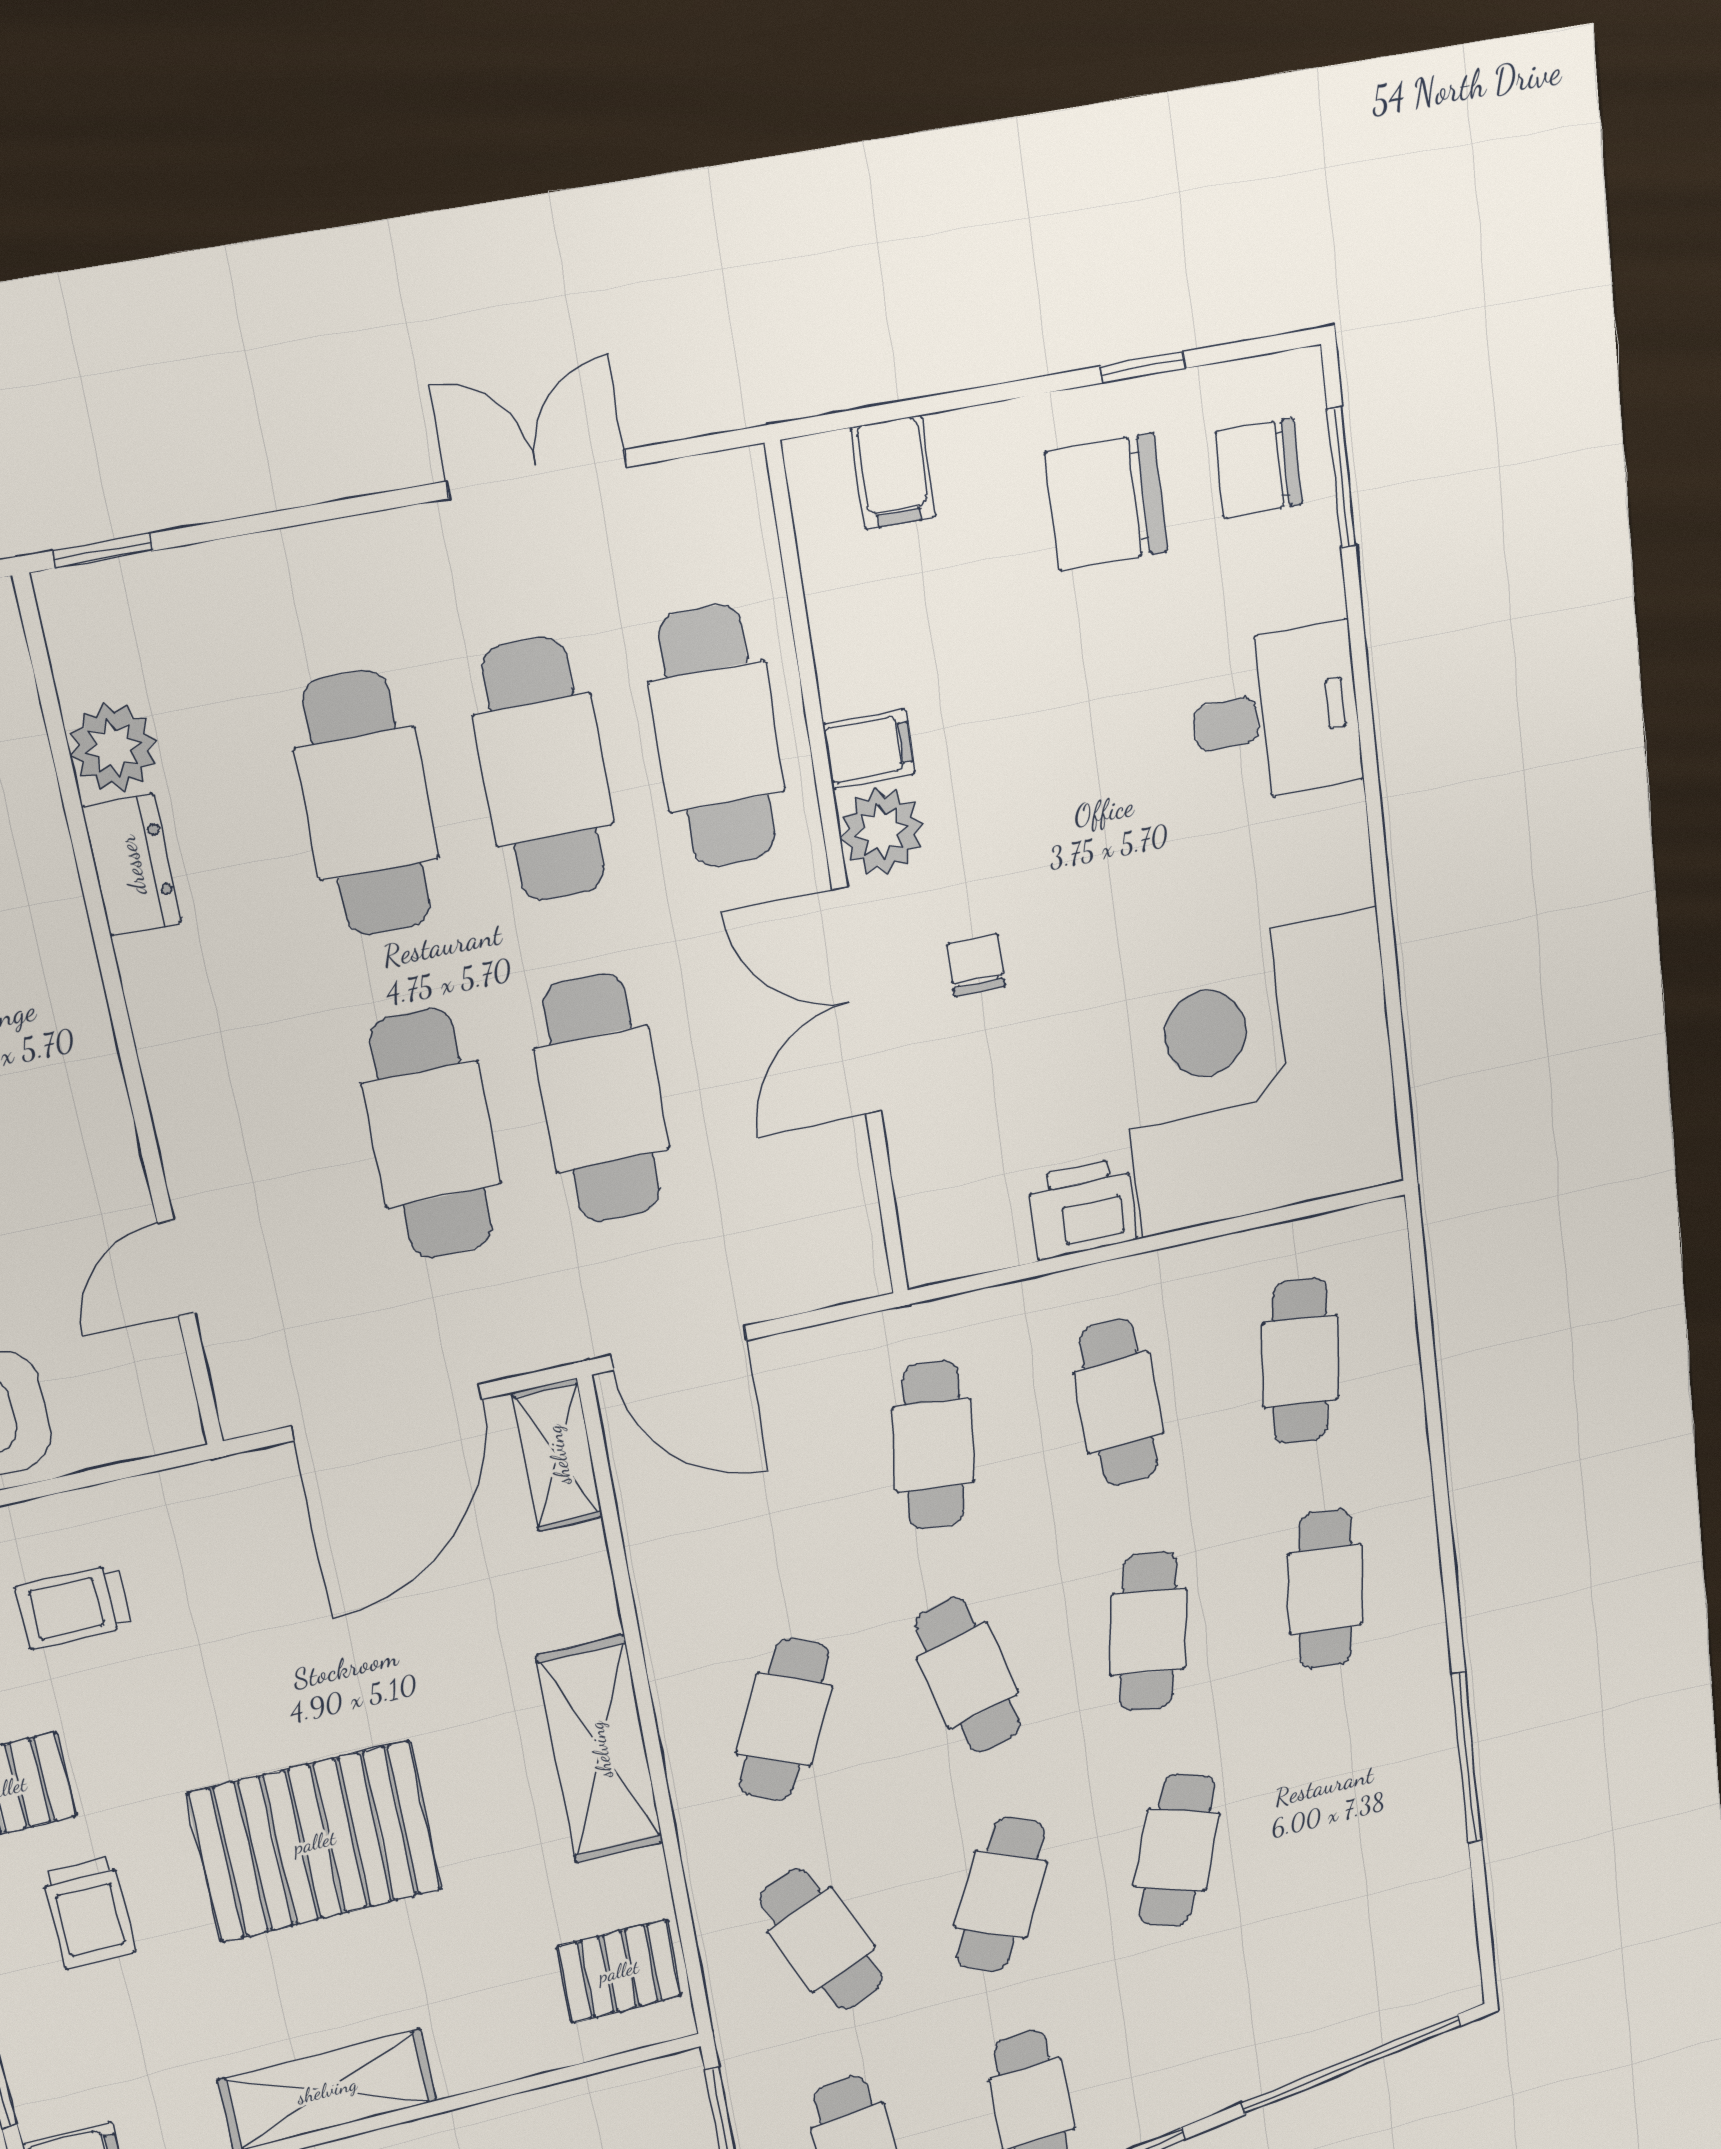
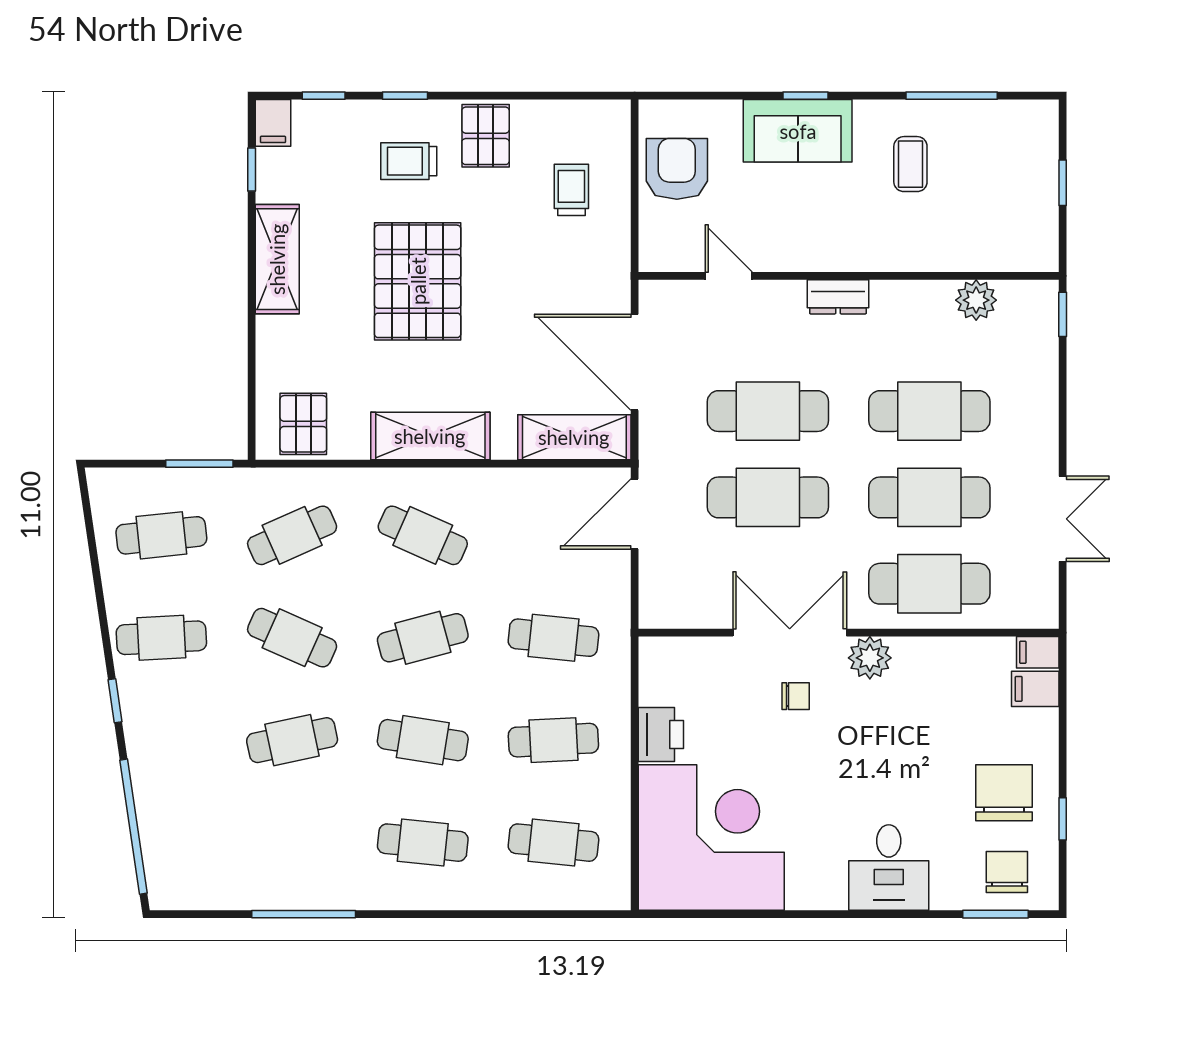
filing cabinet: (869, 749) -> (1038, 652), moved, turned 90
dresser: (132, 865) -> (838, 297), moved
shelving: (558, 1455) -> (574, 437), width x1.50, depth x1.33
cafe table: (1177, 1850) -> (292, 740), turned -30

